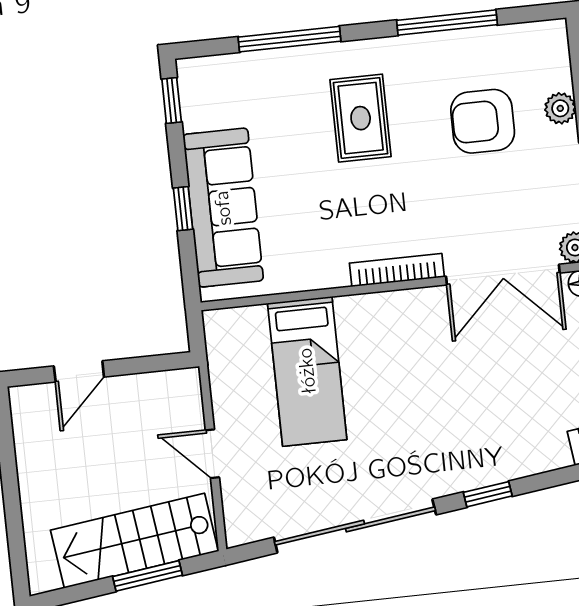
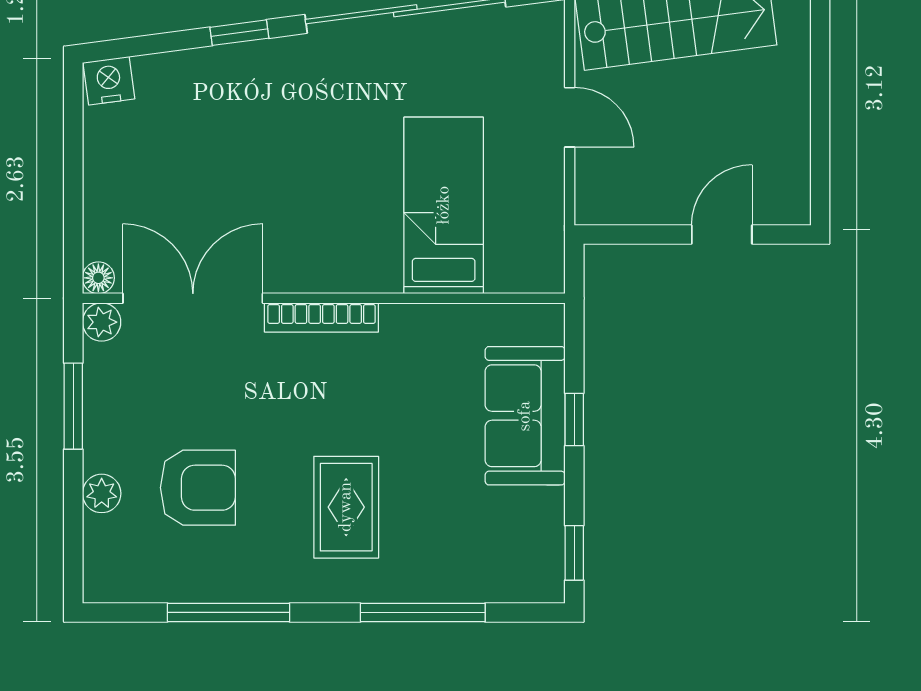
sofa: (223, 208) -> (525, 416), width x0.73

